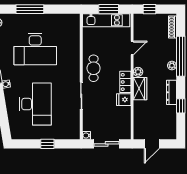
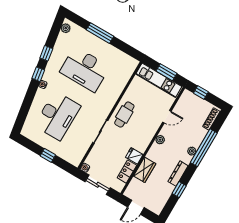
locker: (125, 82) -> (127, 172), moved
wardrobe: (140, 89) -> (145, 170), moved

